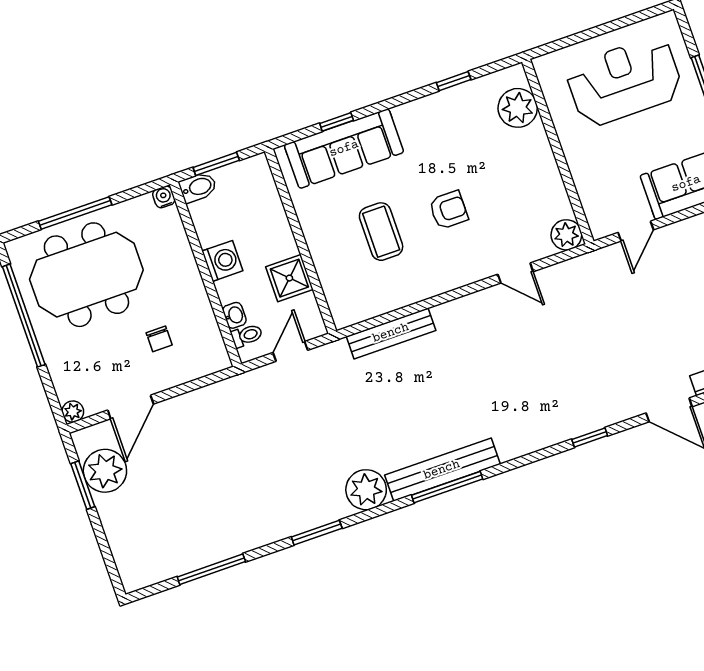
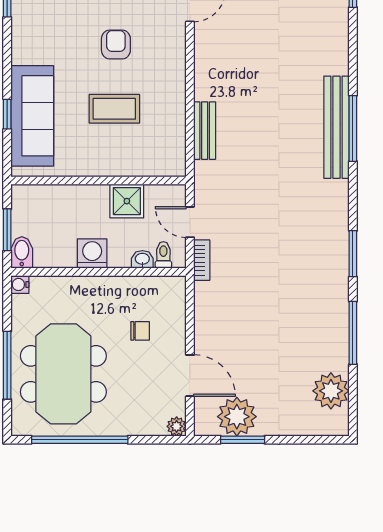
bench: (391, 333) -> (205, 131), width x0.73
bookcase: (255, 377) -> (202, 260), added
plant: (366, 490) -> (331, 391), moved
window: (211, 569) -> (353, 333), moved

